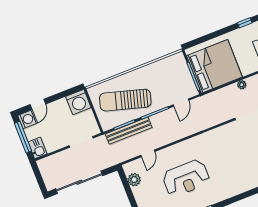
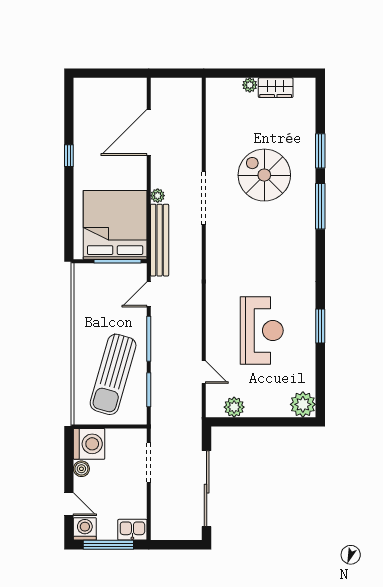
boiler: (62, 103) -> (81, 469), added
door: (181, 103) -> (149, 294), swing flipped
bench: (129, 131) -> (160, 240), moved

